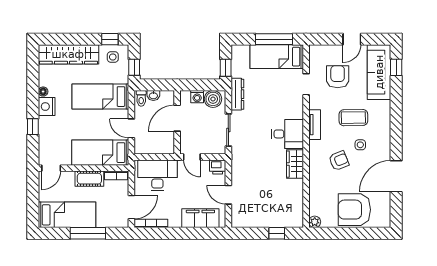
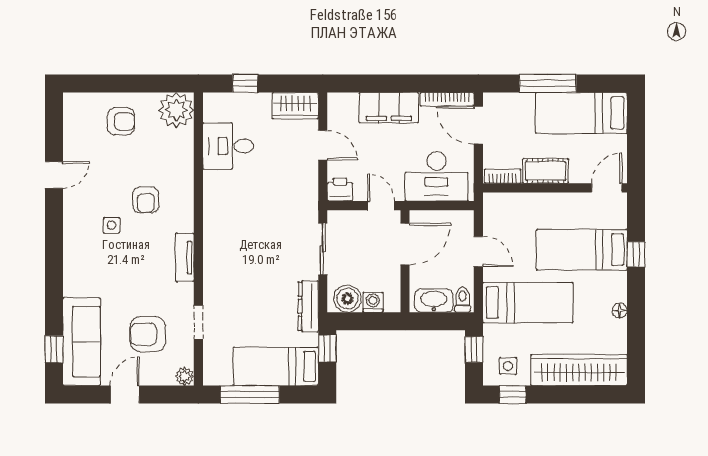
plant: (315, 50) -> (185, 376), added
bed: (277, 57) -> (276, 366), moved, turned 180
armchair: (338, 77) -> (148, 334), turned 90
washbasin: (153, 95) -> (434, 301), width x1.91, depth x1.45
nightstand: (47, 107) -> (614, 287), removed
door: (177, 118) -> (405, 244), moved
coffee table: (353, 118) -> (122, 269), removed
desk: (287, 134) -> (228, 146), moved
bed: (100, 153) -> (582, 250), moved, turned 180
armchair: (339, 161) -> (146, 200), turned -68
wardrobe: (295, 164) -> (295, 106), moved, turned 90
door: (396, 176) -> (54, 175), width x0.53
door: (131, 207) -> (478, 125), hinge flipped
armchair: (354, 210) -> (121, 121), width x0.53, depth x0.53
filing cabinet: (200, 218) -> (389, 108), moved
plant: (315, 222) -> (176, 110), width x1.87, depth x1.87

